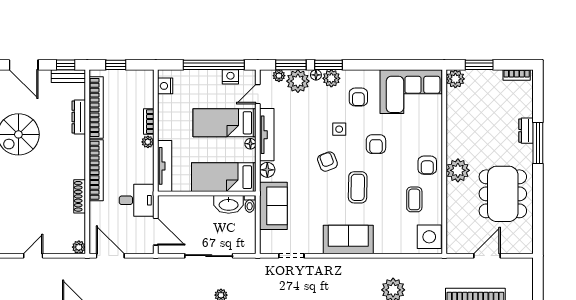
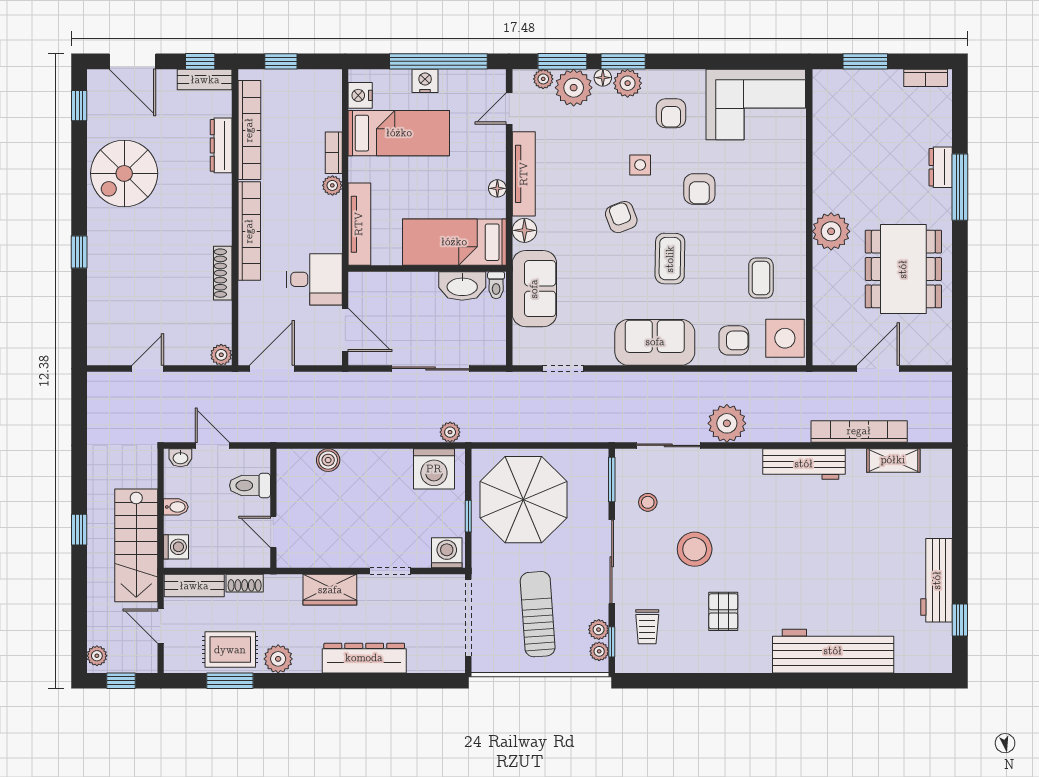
nightstand: (230, 77) -> (425, 81), moved
plant: (455, 79) -> (827, 84), removed
bed: (224, 123) -> (399, 133), moved, turned 180
armchair: (427, 165) -> (734, 340), moved, turned -90
door: (110, 256) -> (272, 369), hinge flipped

